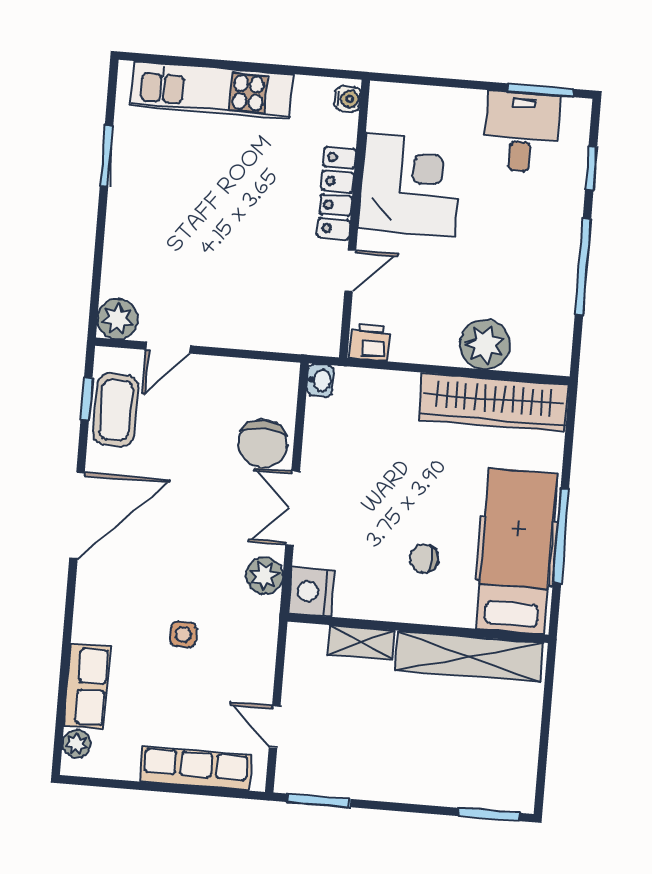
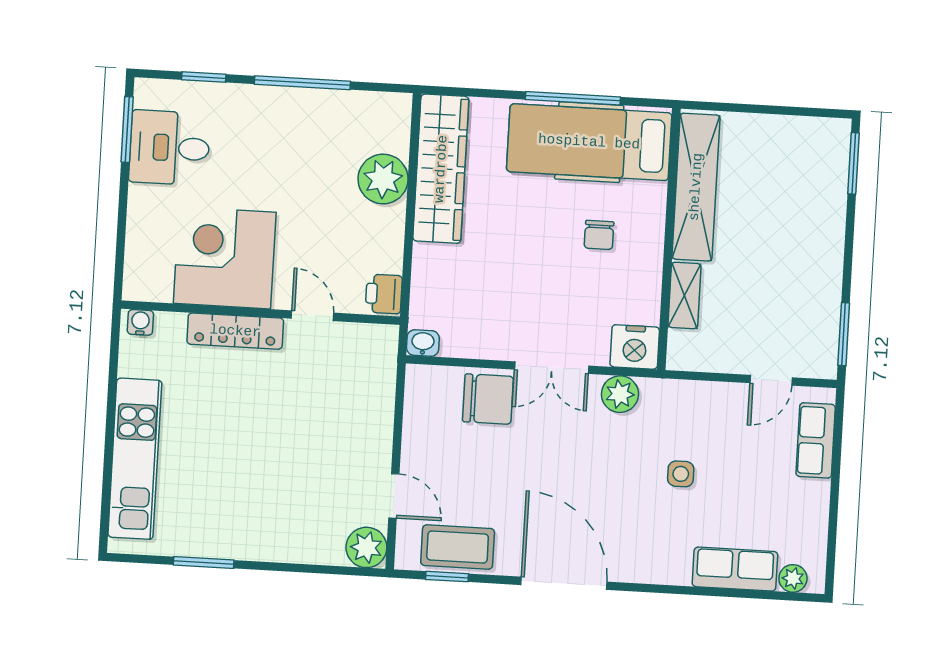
row of seats: (196, 768) -> (816, 440), width x0.68

